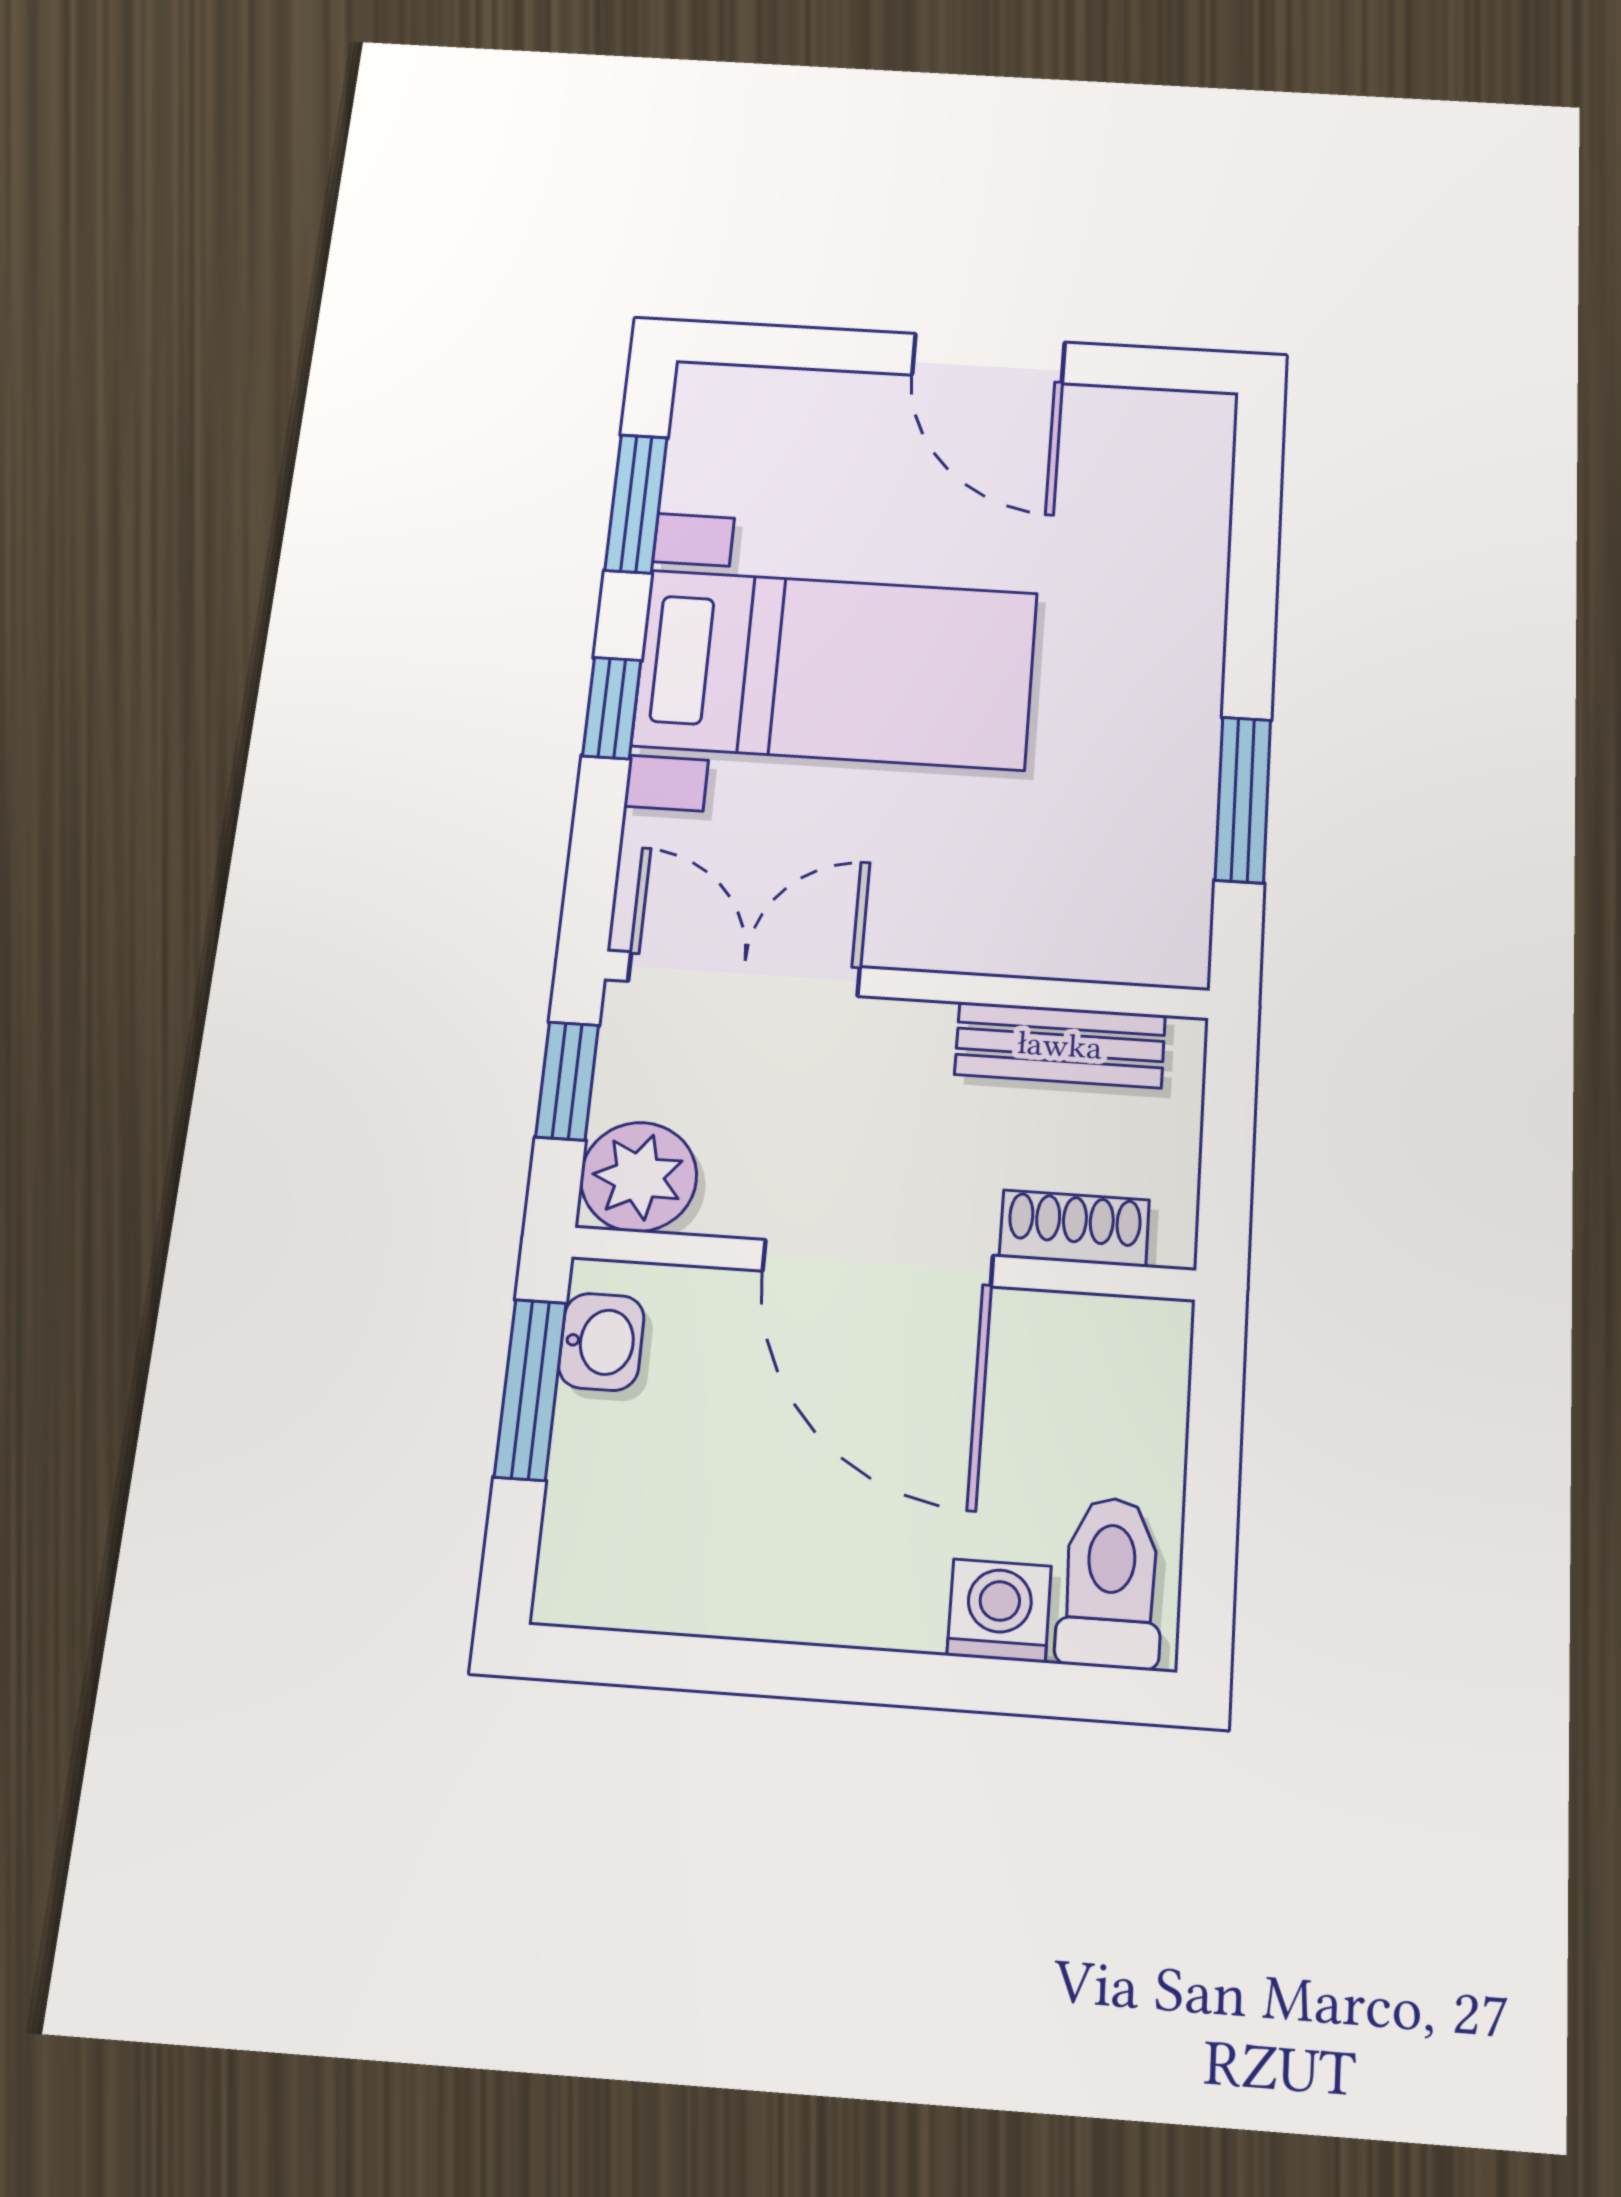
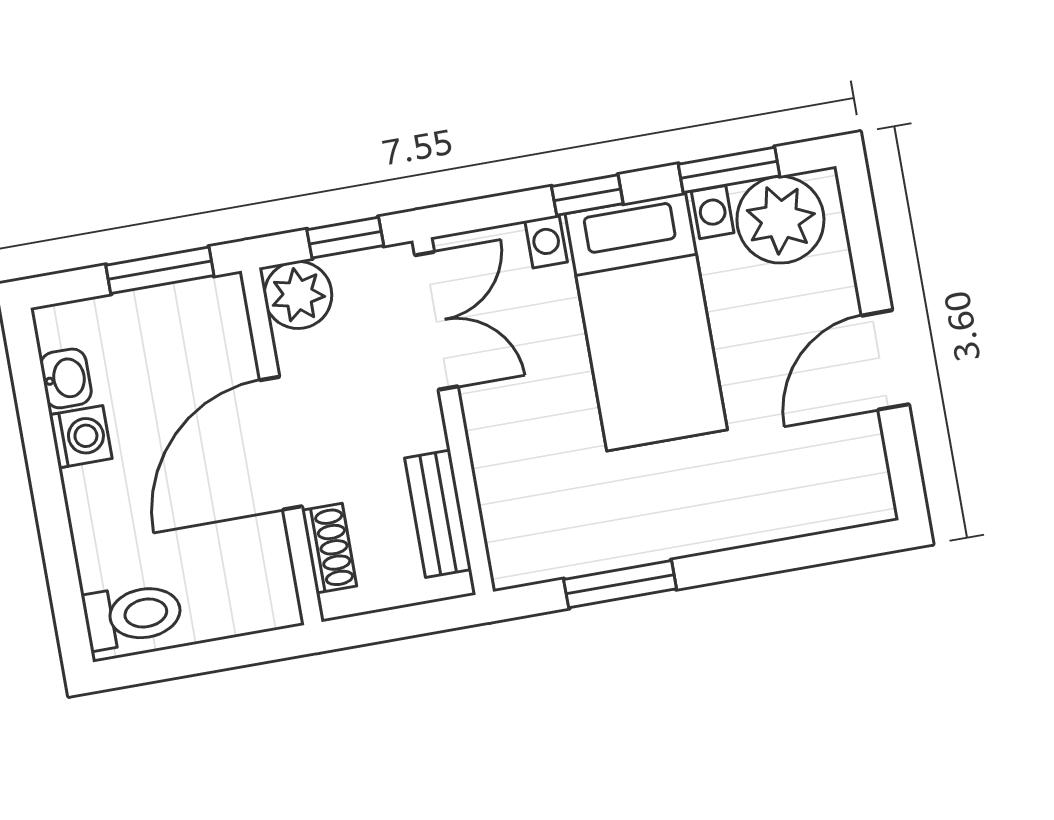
plant: (734, 451) -> (780, 220), added
washbasin: (601, 1342) -> (66, 378), moved, turned -90
washing machine: (999, 1611) -> (81, 437), moved

